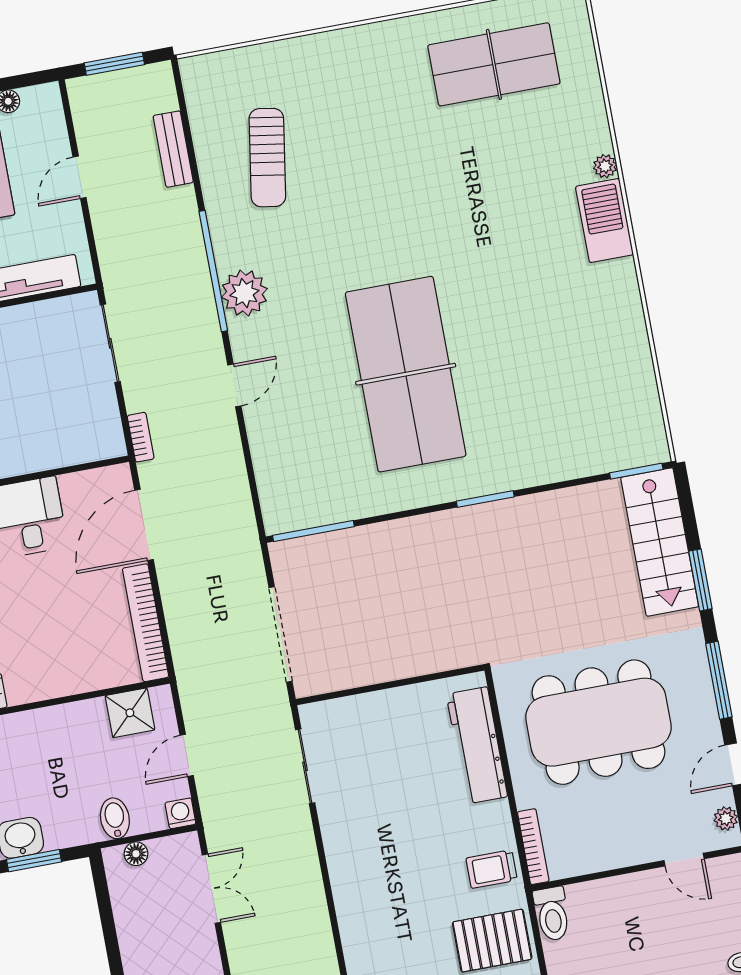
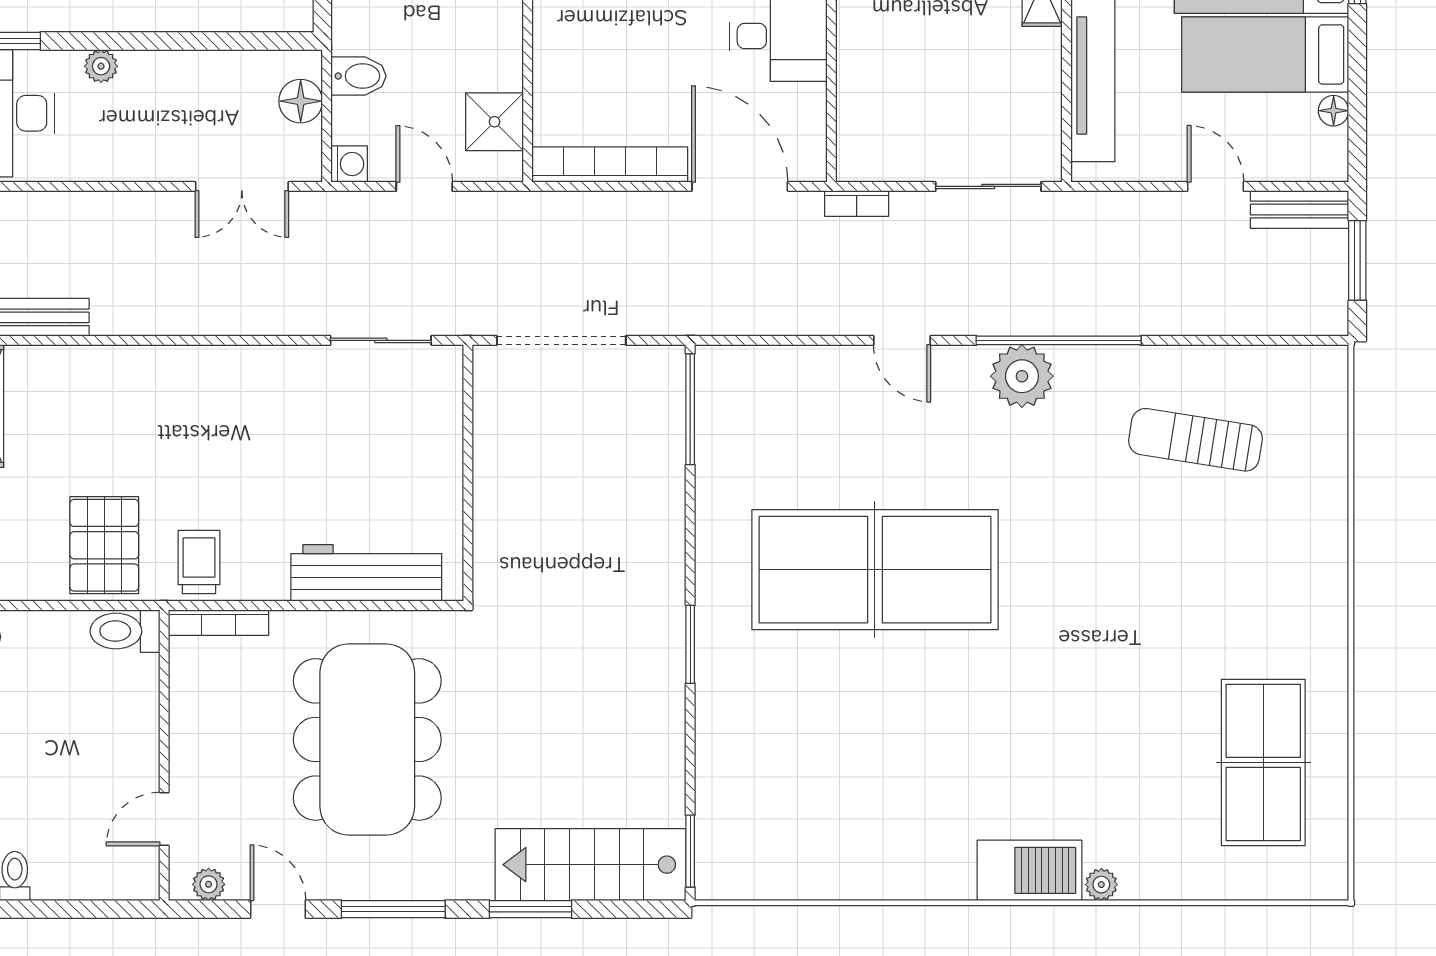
bench: (173, 149) -> (1300, 209), moved
floor lamp: (136, 854) -> (301, 101), width x1.37, depth x1.37

